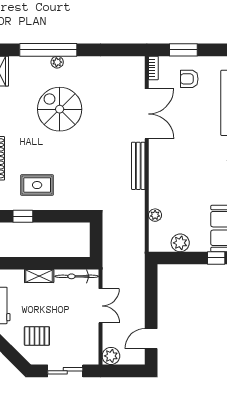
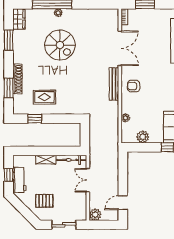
armchair: (189, 79) -> (134, 86), moved
spiral stairs: (60, 109) -> (60, 45), turned 180
double door: (100, 306) -> (88, 180), swing flipped

